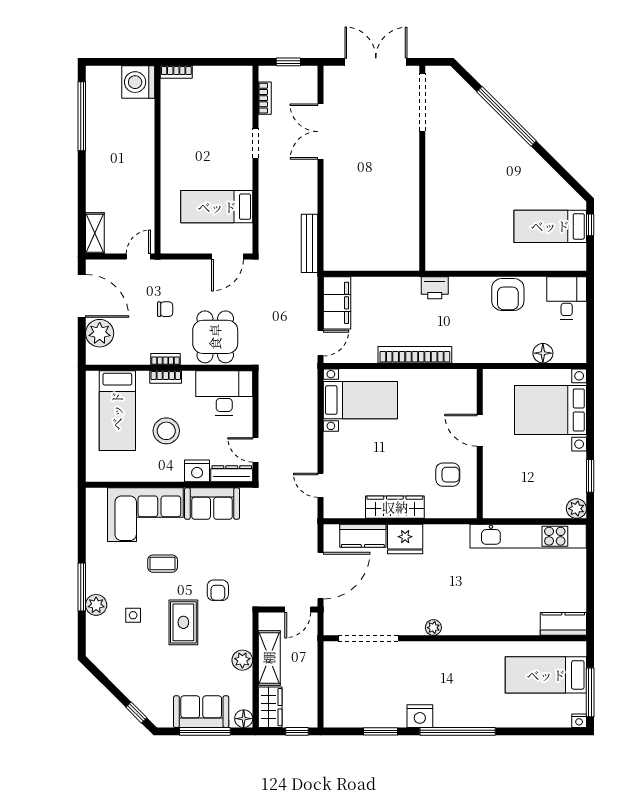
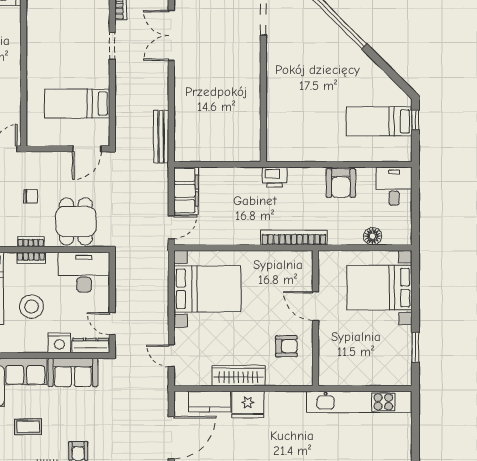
bookcase: (415, 355) -> (294, 238), moved
bed with nightstands: (360, 400) -> (207, 289), width x1.36
plant: (576, 509) -> (403, 377), removed

